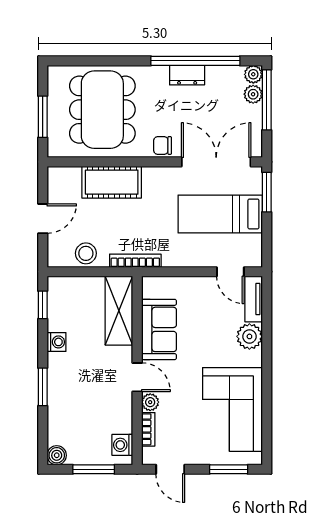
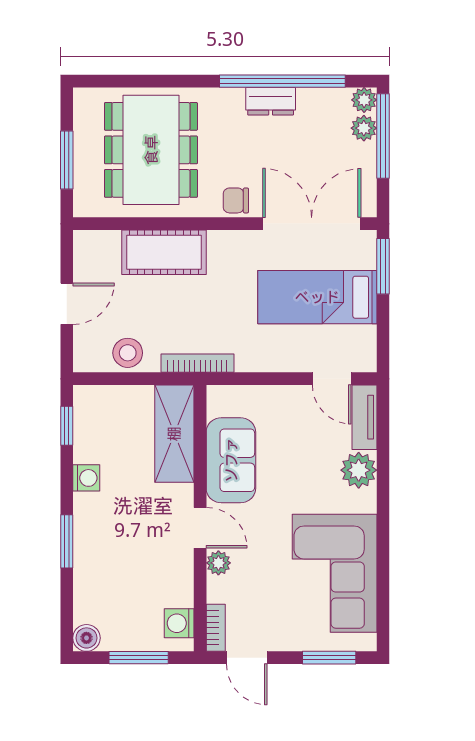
bookcase: (148, 429) -> (216, 628), moved

